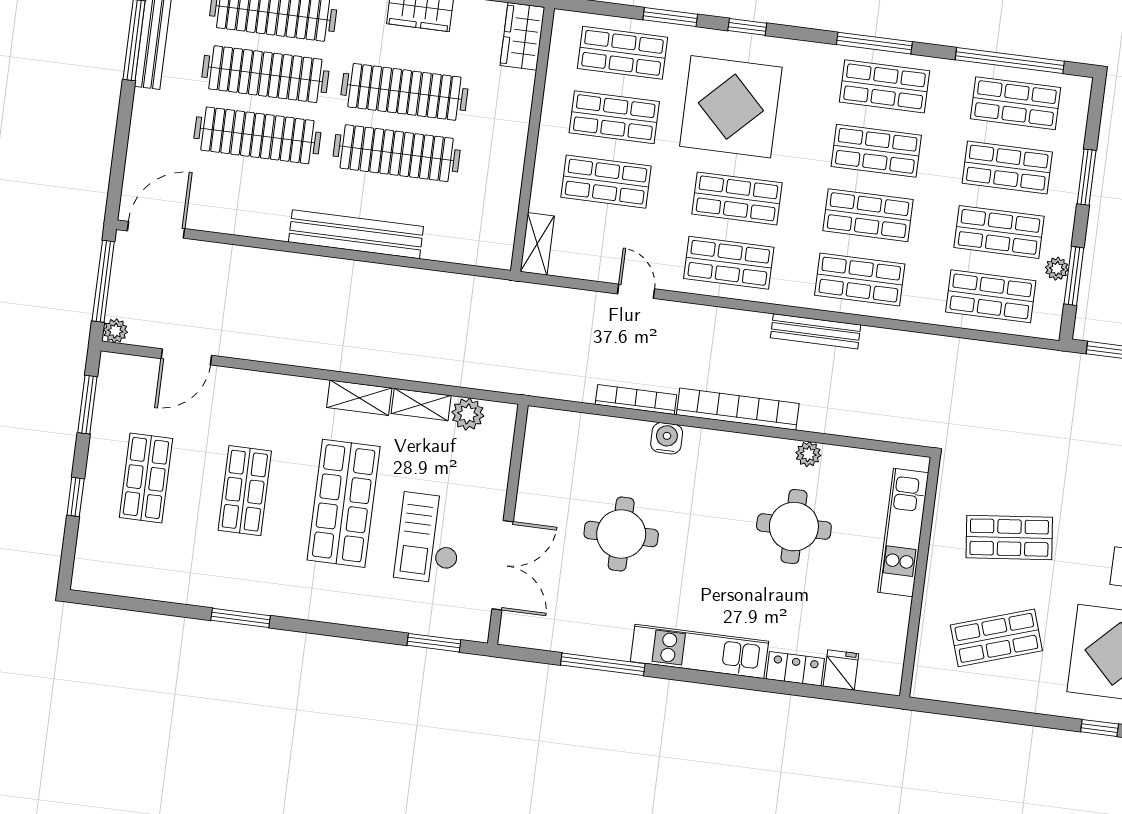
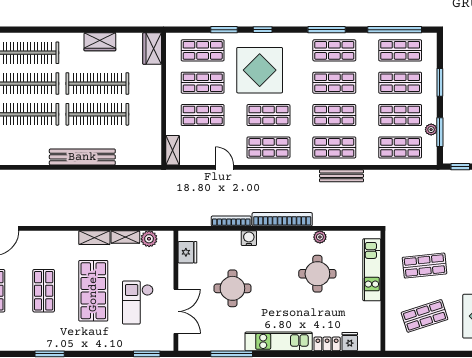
bench: (816, 331) -> (341, 176), moved
fridge: (541, 451) -> (187, 252), added

